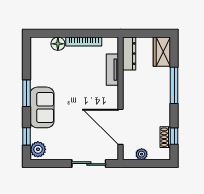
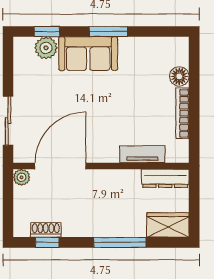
plant: (38, 149) -> (46, 48), moved
plant: (142, 154) -> (22, 177), moved

